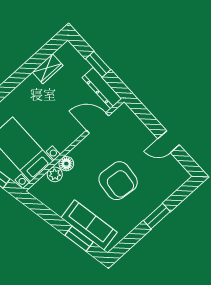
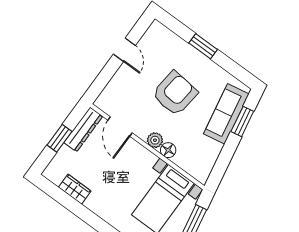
plant: (55, 174) -> (155, 140), moved

